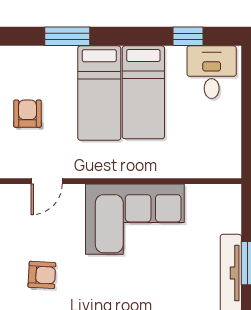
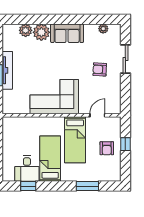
desk: (212, 72) -> (27, 169), moved
bed: (99, 93) -> (75, 140), moved, turned 180

